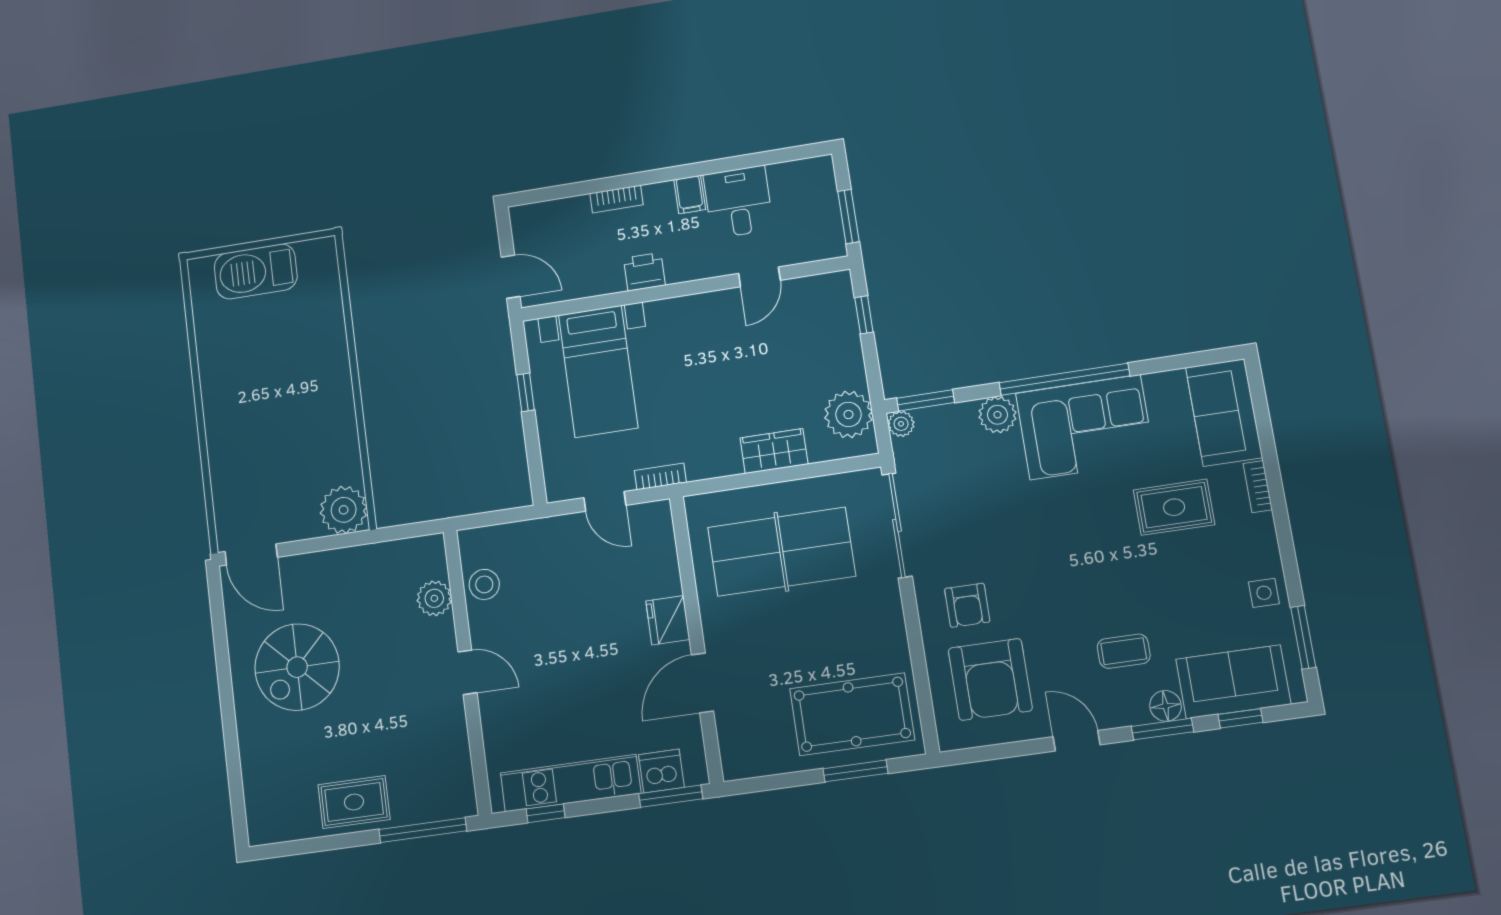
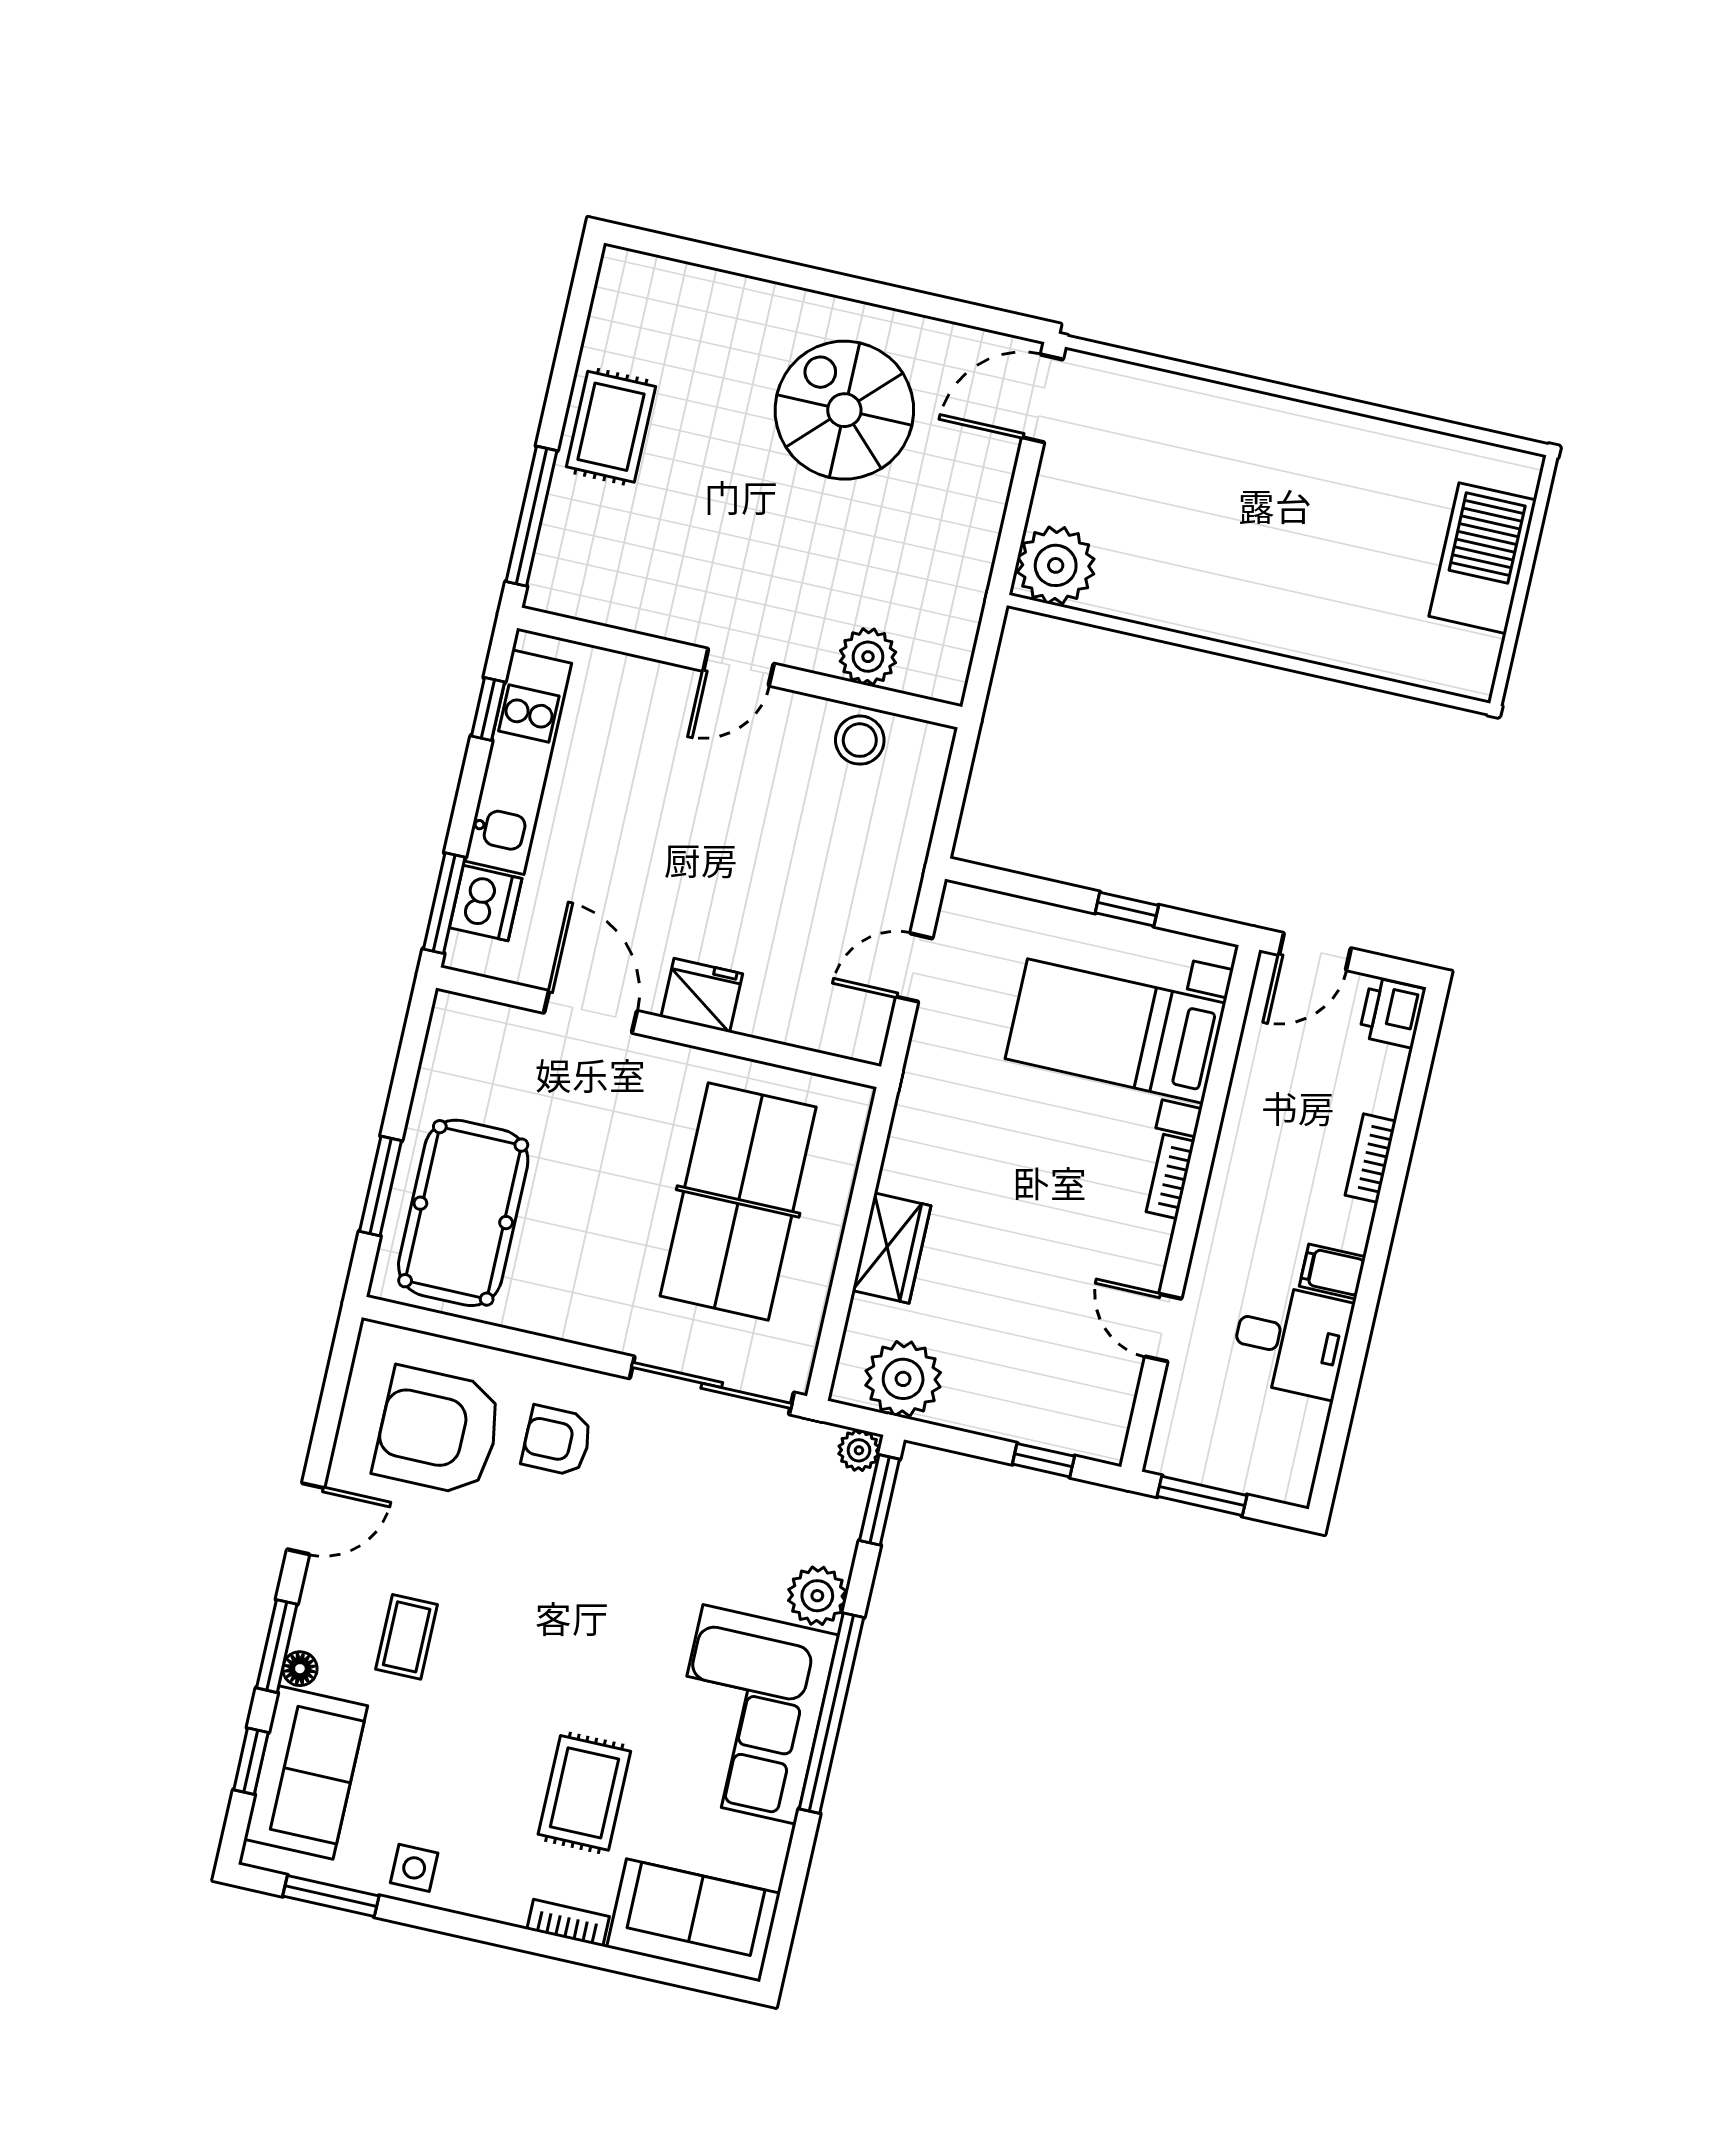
printer: (644, 272) -> (1392, 1013), moved, turned 180
bookcase: (660, 476) -> (1170, 1177), moved, turned 180
floor lamp: (1166, 706) -> (300, 1669), width x0.73, depth x0.73

